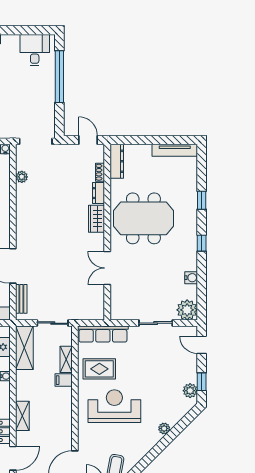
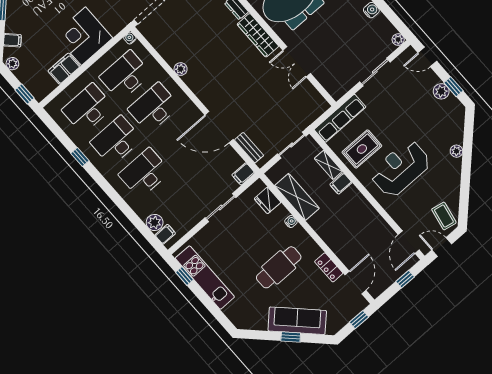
plant: (22, 177) -> (181, 69), moved
wardrobe: (97, 219) -> (258, 35), width x1.50
plant: (187, 310) -> (398, 40), width x0.53, depth x0.53
shelving: (24, 348) -> (297, 197), moved
plant: (190, 391) -> (441, 91), moved
shelving: (22, 416) -> (333, 241), removed

